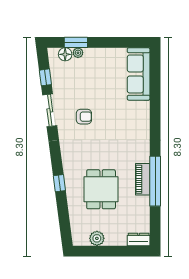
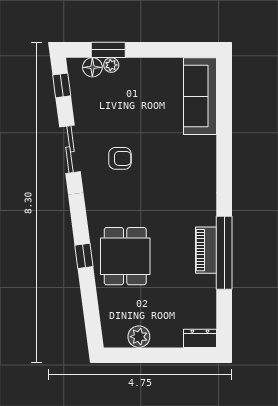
window: (45, 77) -> (62, 85), moved
dining table: (101, 189) -> (125, 256), moved

